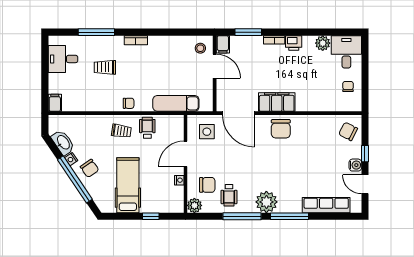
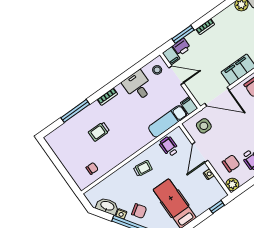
printer: (294, 43) -> (182, 47), moved
desk: (63, 59) -> (138, 86), moved, turned 90
filing cabinet: (55, 103) -> (189, 106), moved
chair: (129, 103) -> (92, 168), moved
wheelchair: (147, 128) -> (169, 146), moved
window: (151, 216) -> (217, 207), moved

